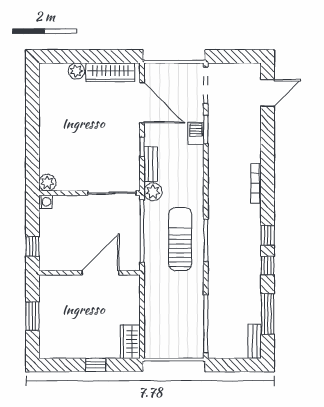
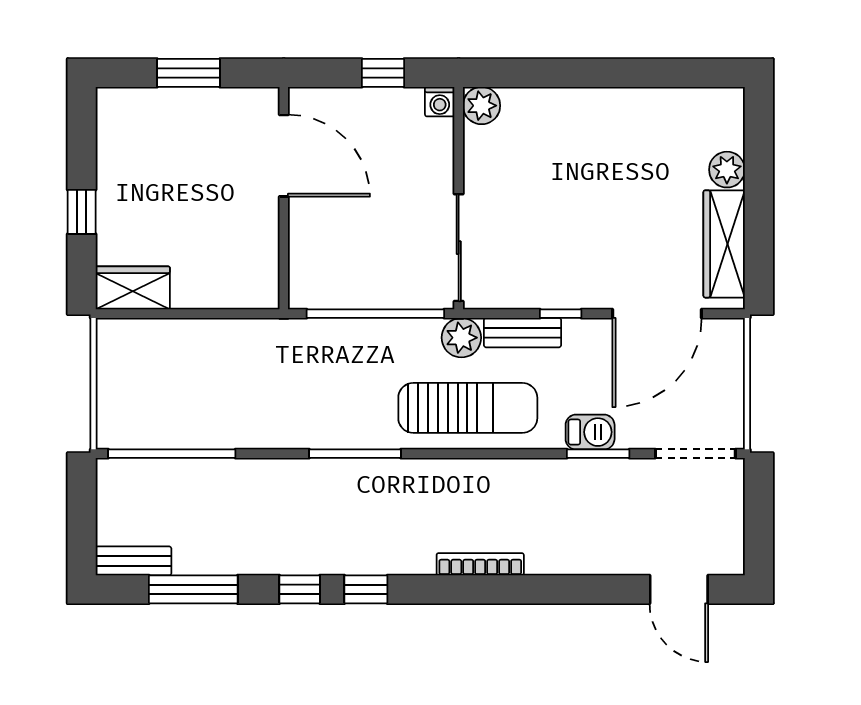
sun lounger: (180, 239) -> (468, 408), moved
window: (32, 246) -> (383, 73), moved
door: (100, 273) -> (284, 156), moved

